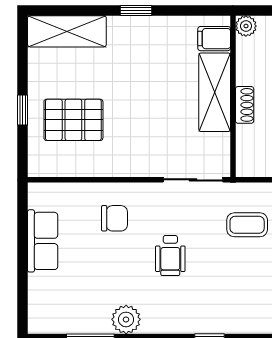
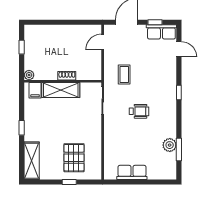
chair: (114, 218) -> (121, 138), removed
plant: (126, 319) -> (170, 145), moved

